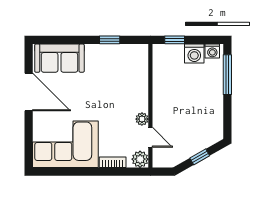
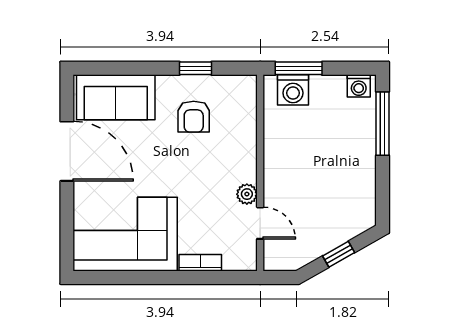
window: (175, 40) -> (299, 68), width x1.50
washing machine: (194, 54) -> (293, 90), moved
armchair: (108, 70) -> (194, 117), added
plant: (140, 159) -> (244, 258), removed

